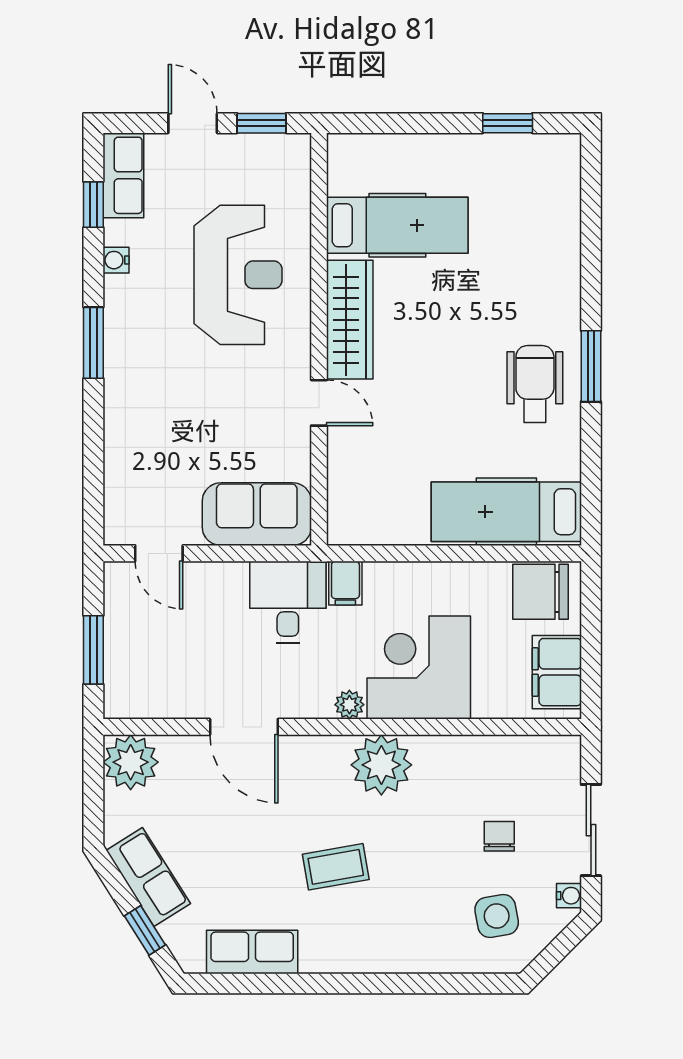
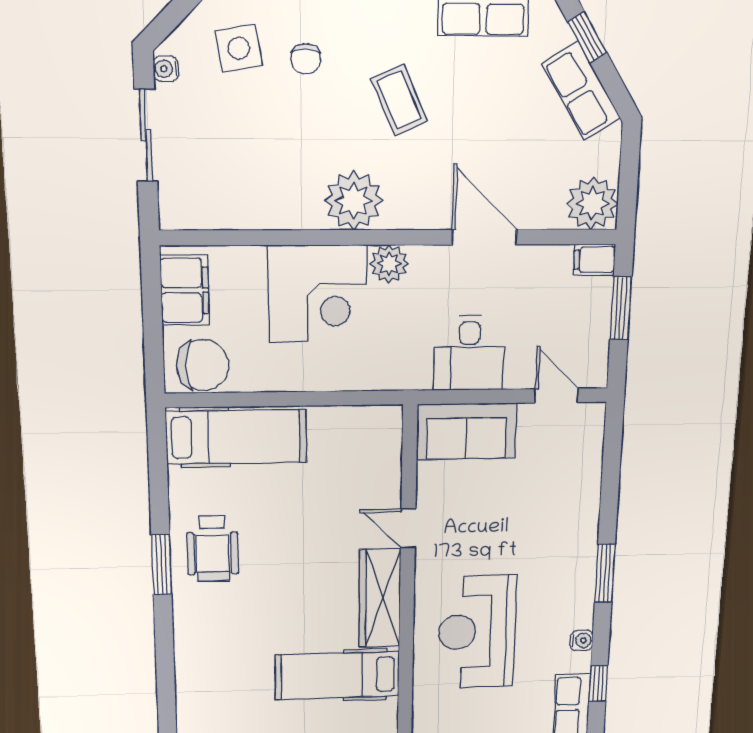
filing cabinet: (345, 583) -> (594, 260), moved, turned -90
desk: (288, 602) -> (469, 353), moved
plant: (349, 705) -> (389, 264), width x1.38, depth x1.38
chair: (499, 836) -> (306, 59), moved
coffee table: (336, 867) -> (399, 100), turned 76

